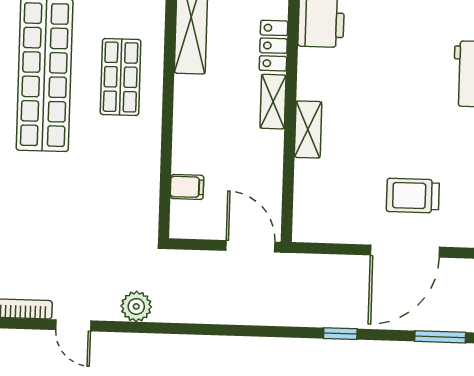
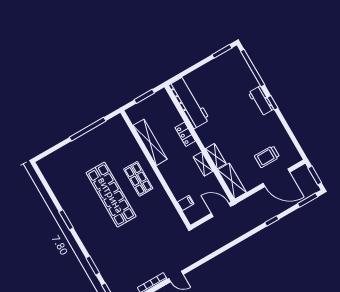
shelving: (273, 102) -> (203, 164), moved
shelving: (309, 201) -> (232, 181), added
door: (405, 251) -> (276, 178), hinge flipped
plant: (136, 306) -> (194, 256), removed

